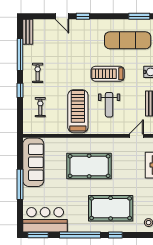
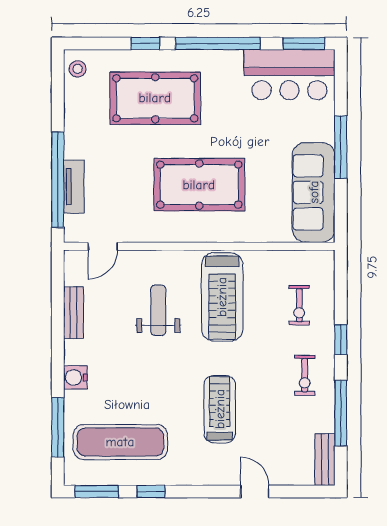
window: (83, 16) -> (151, 491), moved
treadmill: (108, 74) -> (220, 409), moved, turned -90

